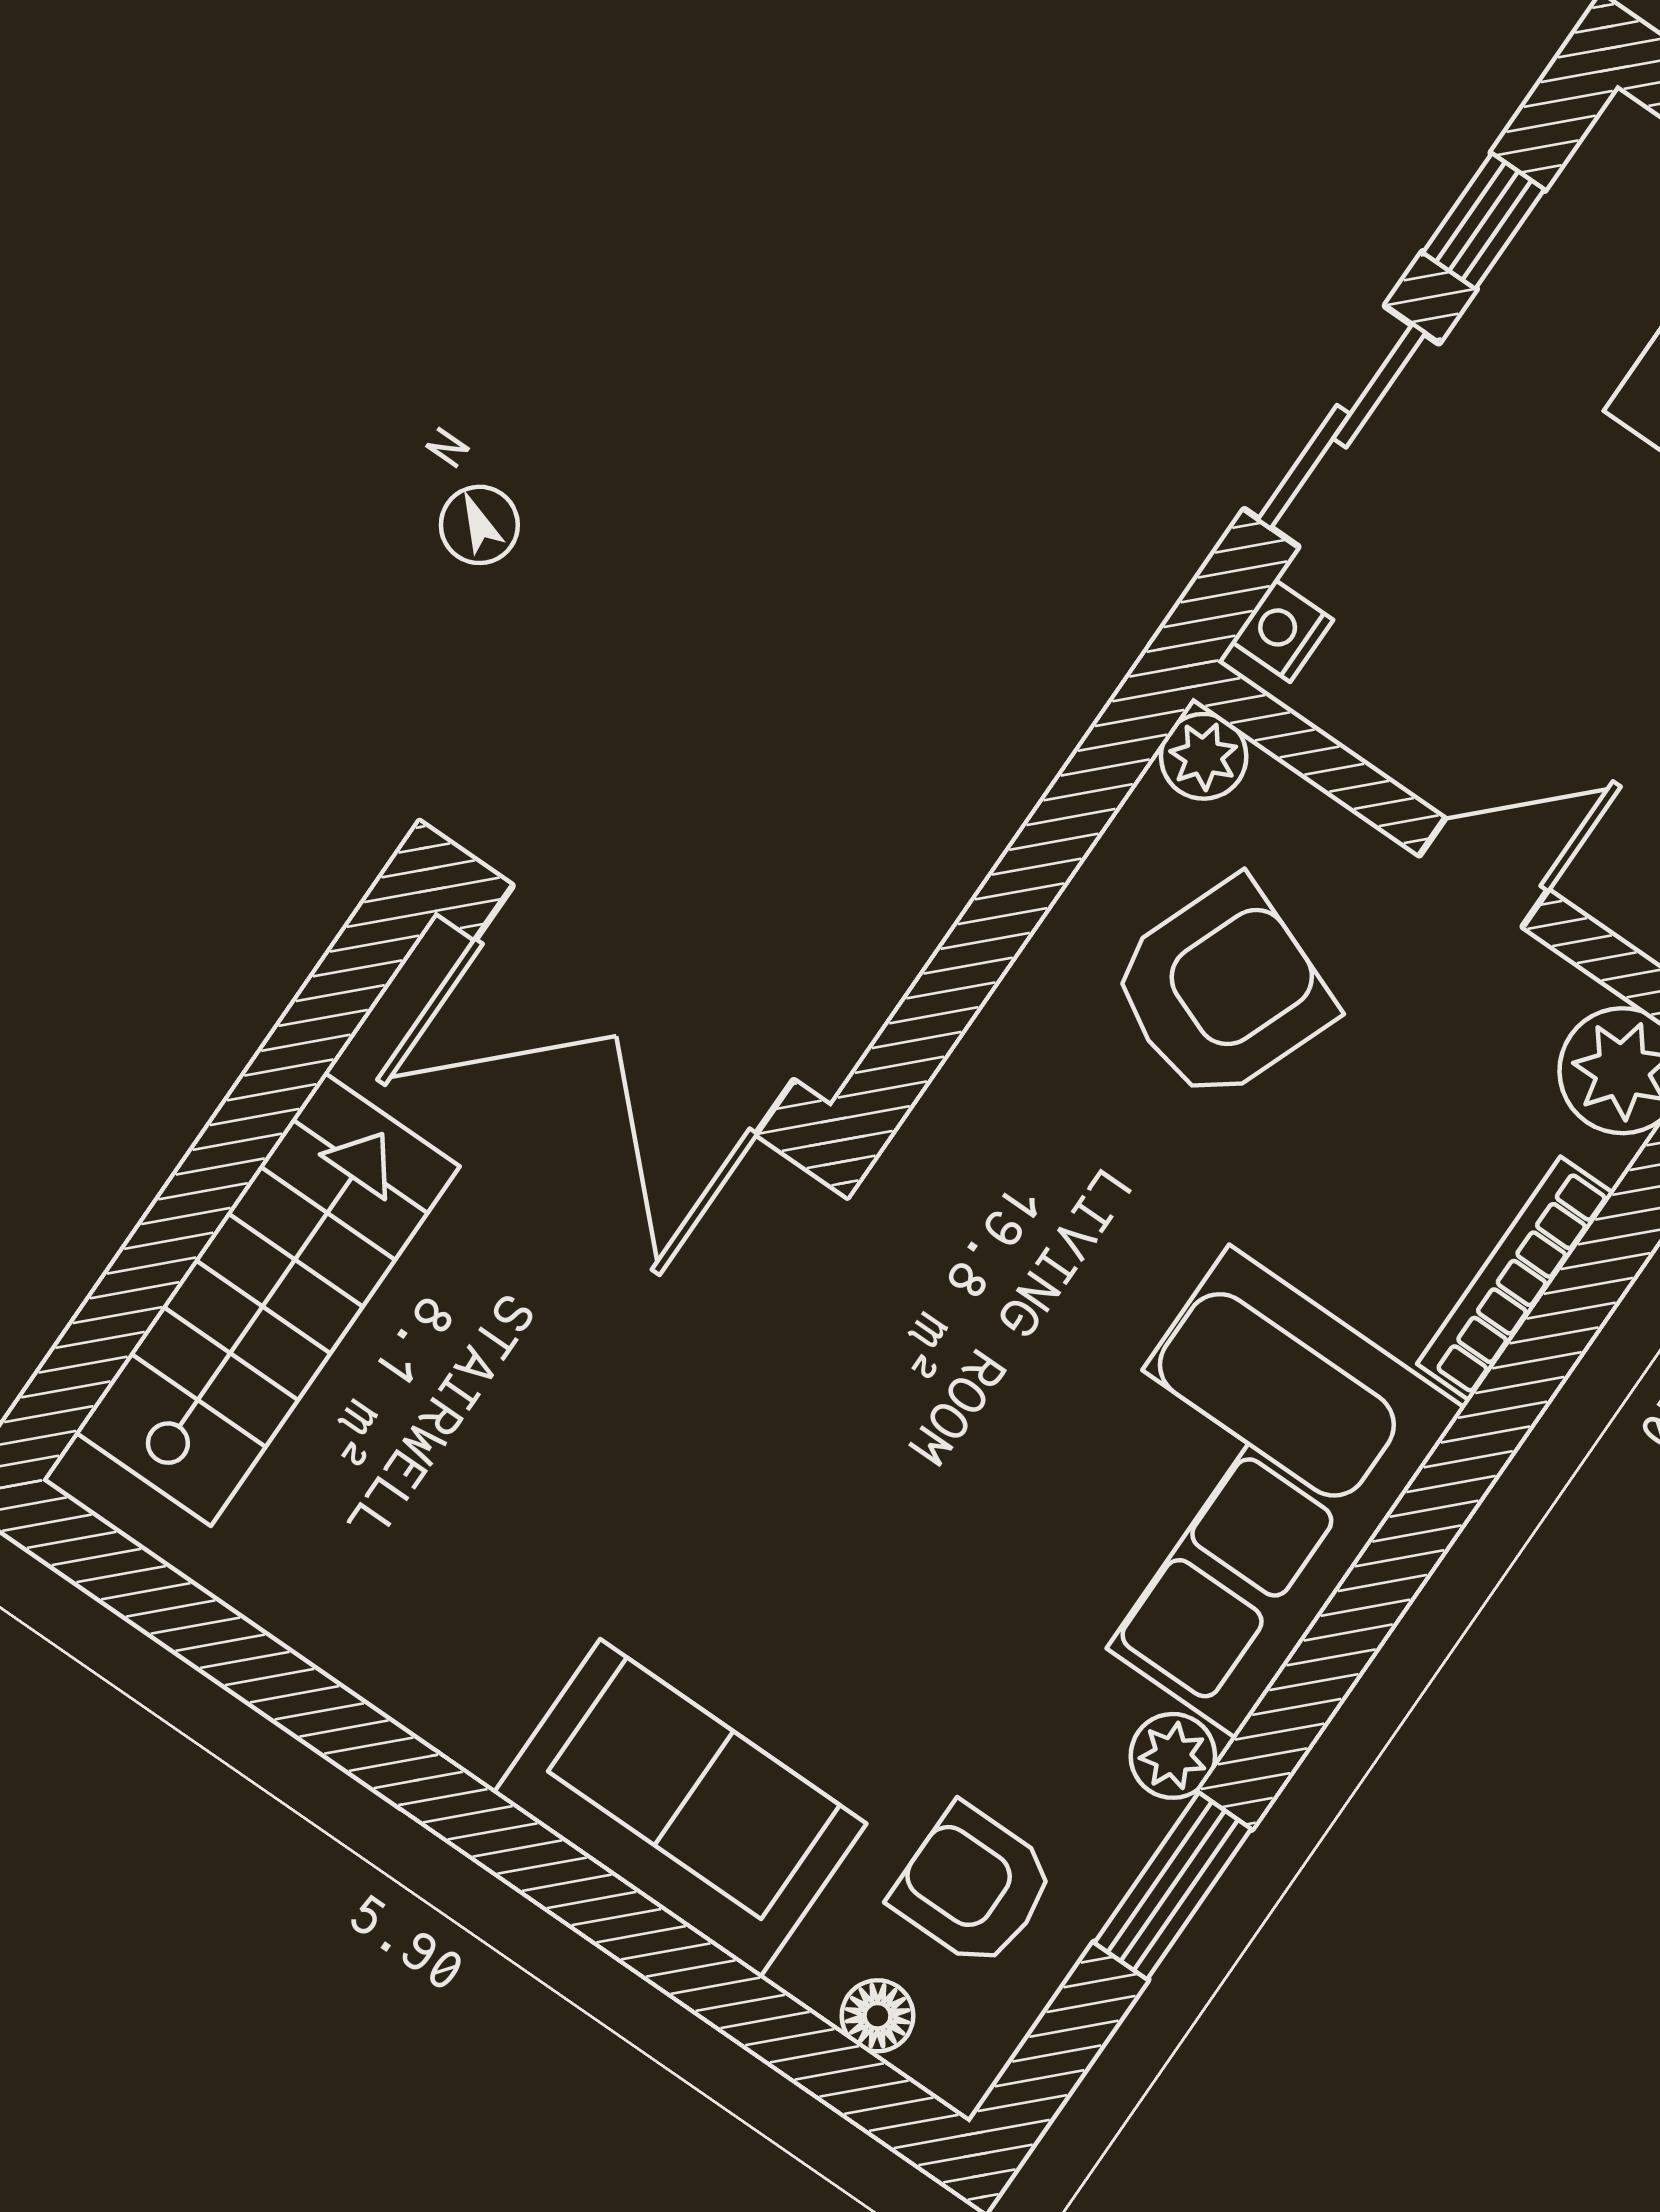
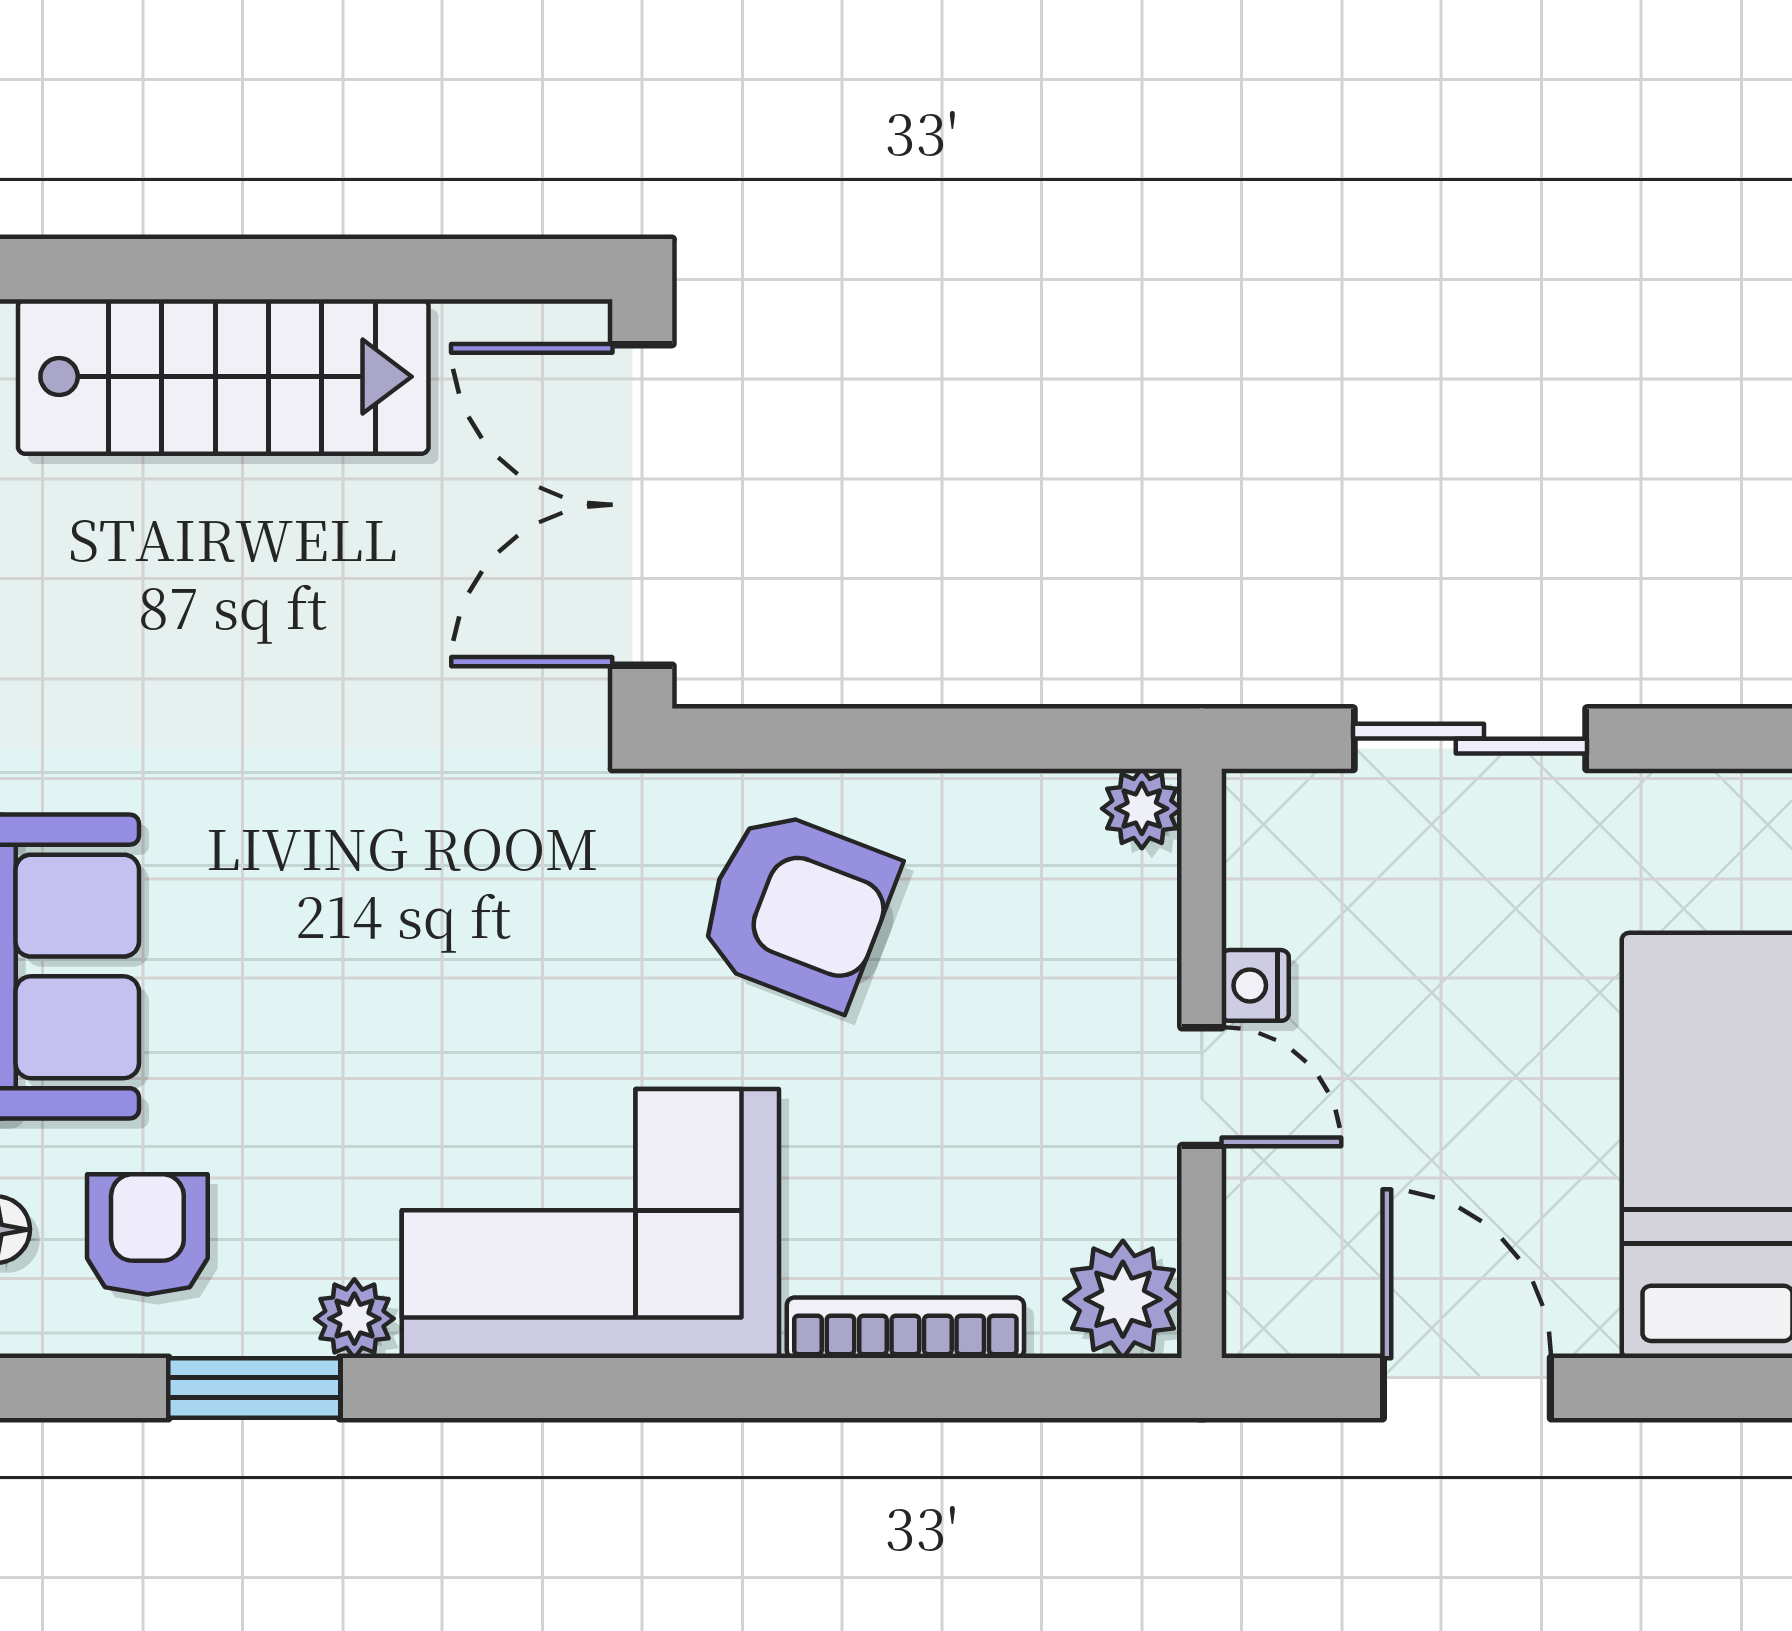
window: (1484, 221) -> (1704, 739), removed
nightstand: (1282, 631) -> (1255, 985), moved, turned -90
armchair: (1221, 991) -> (797, 908), moved

